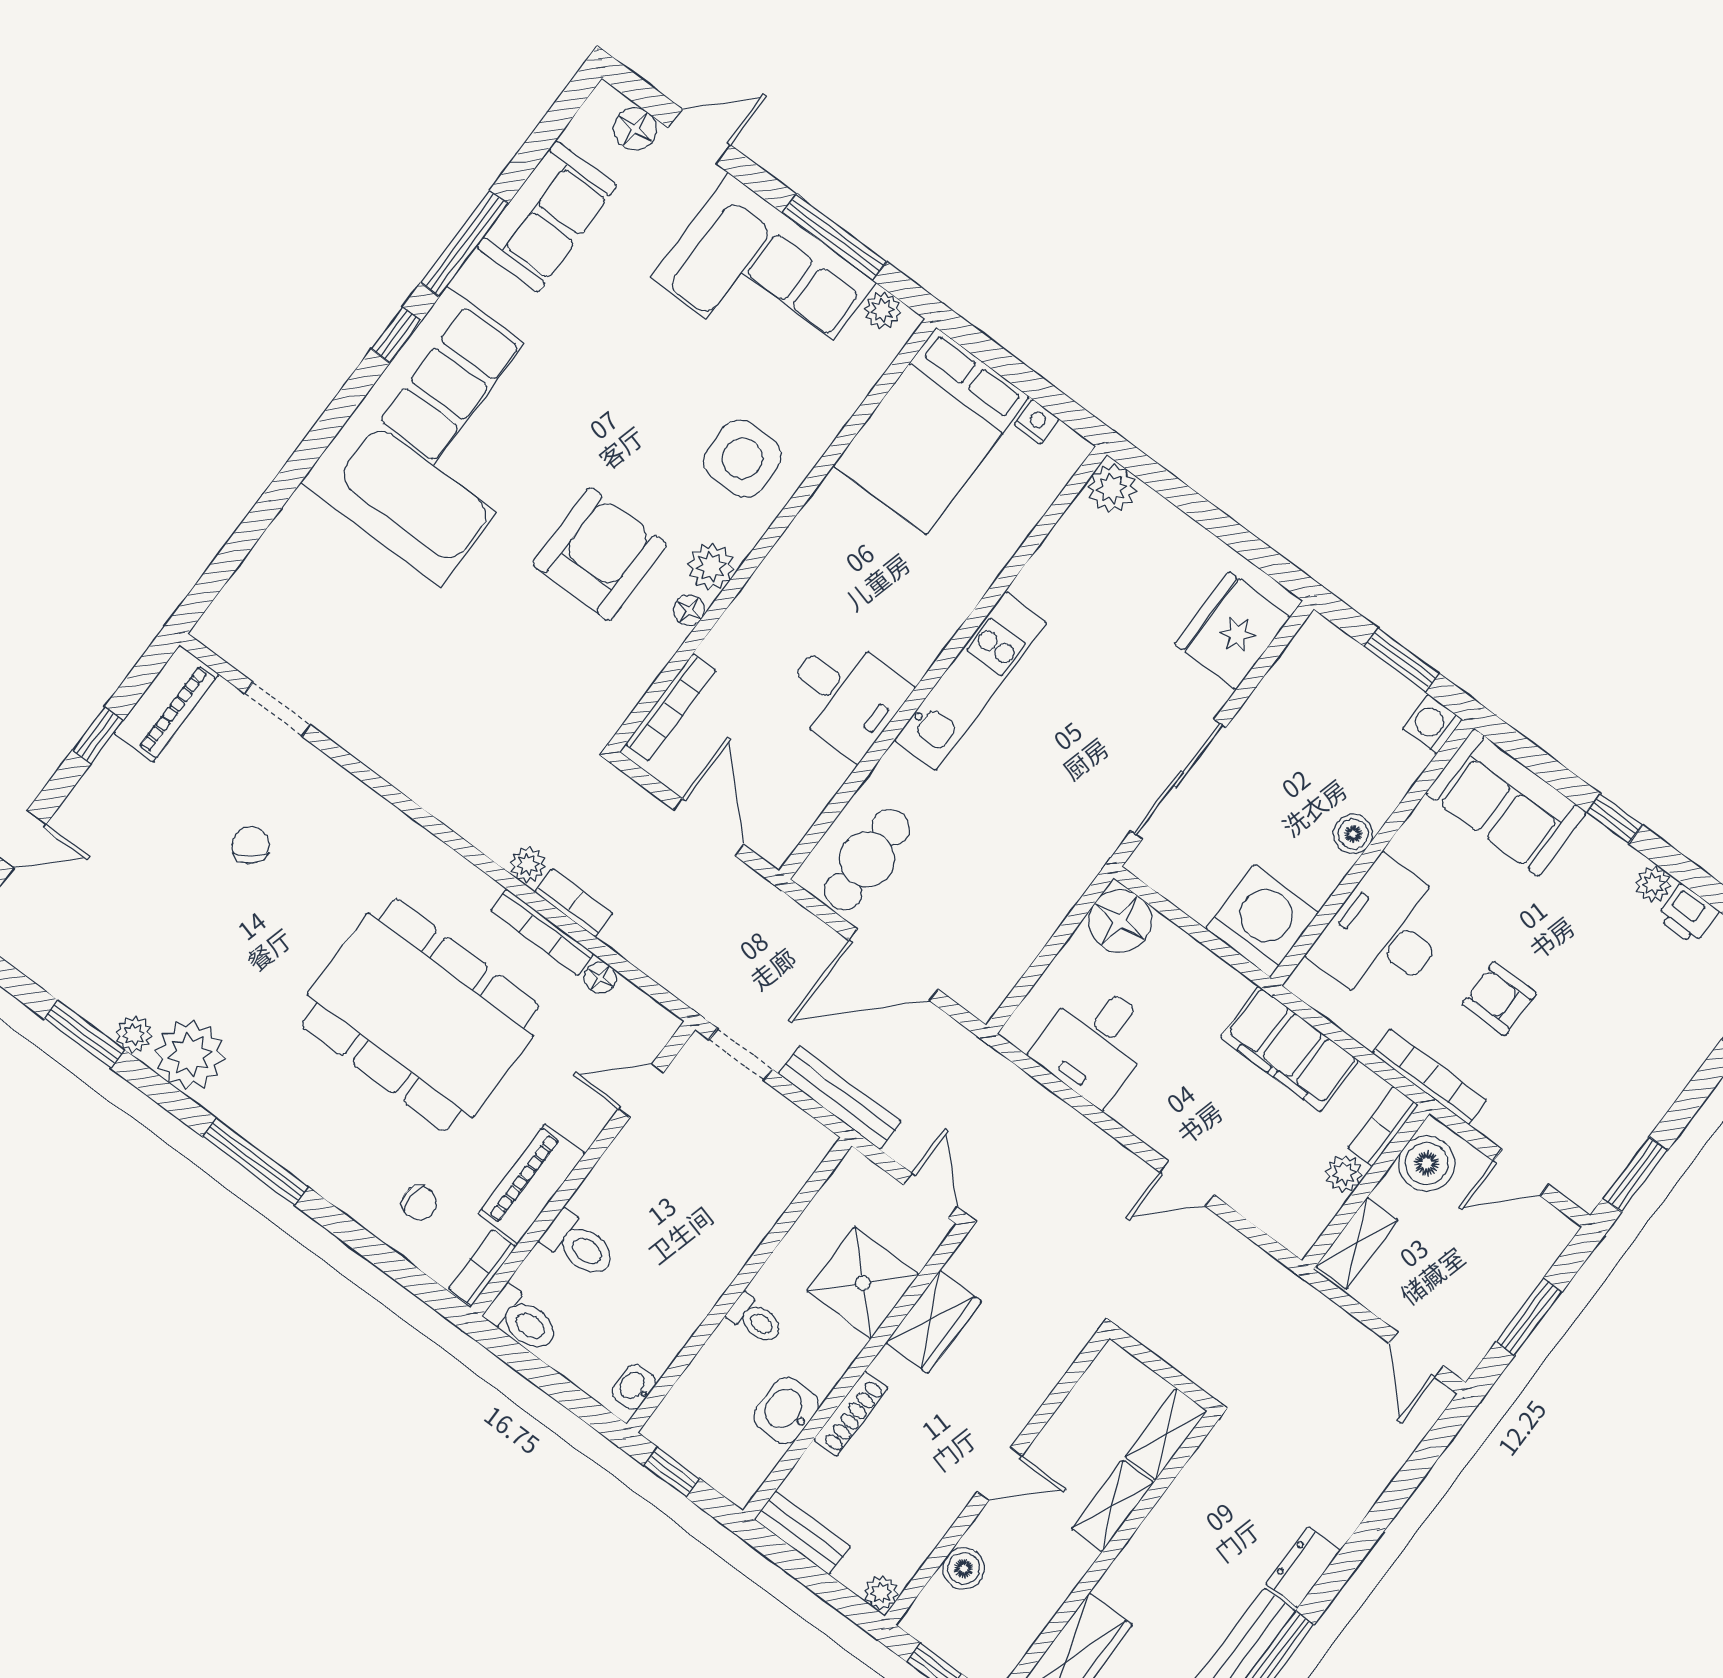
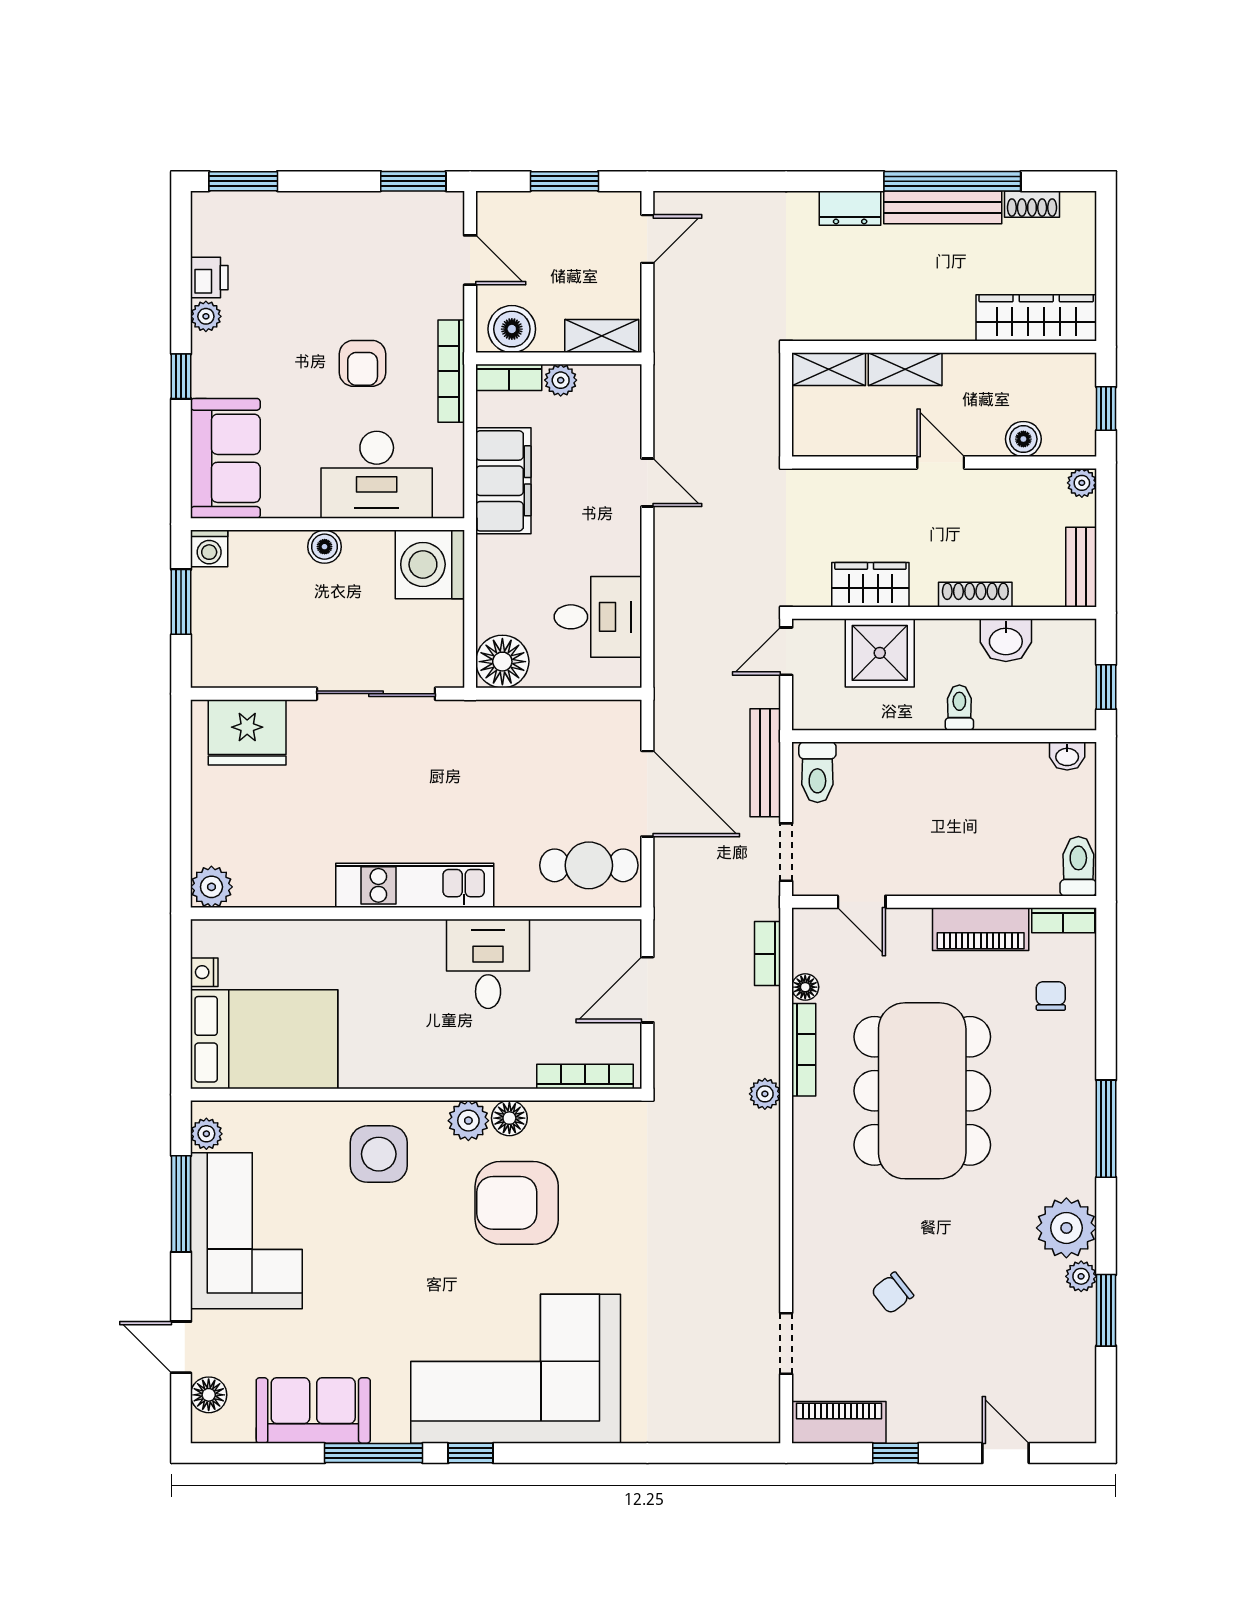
floor lamp: (689, 610) -> (509, 1118), width x1.37, depth x1.37
bookcase: (574, 903) -> (767, 954), moved
toilet: (579, 1245) -> (817, 772), moved, turned 180

